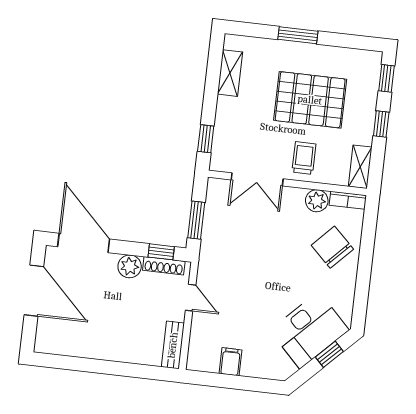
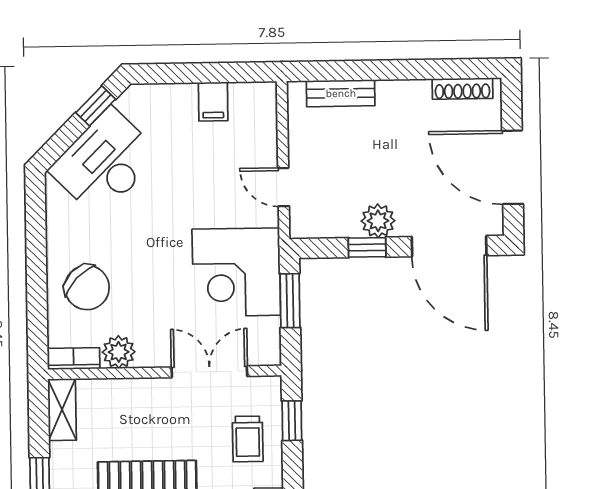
trolley: (304, 158) -> (248, 439), moved
corner desk: (230, 244) -> (236, 272), added
window: (161, 252) -> (367, 247), moved
shoe rack: (164, 266) -> (462, 89), moved, turned 180
bench: (173, 345) -> (341, 93), moved, turned 90
window: (329, 354) -> (96, 106), moved

